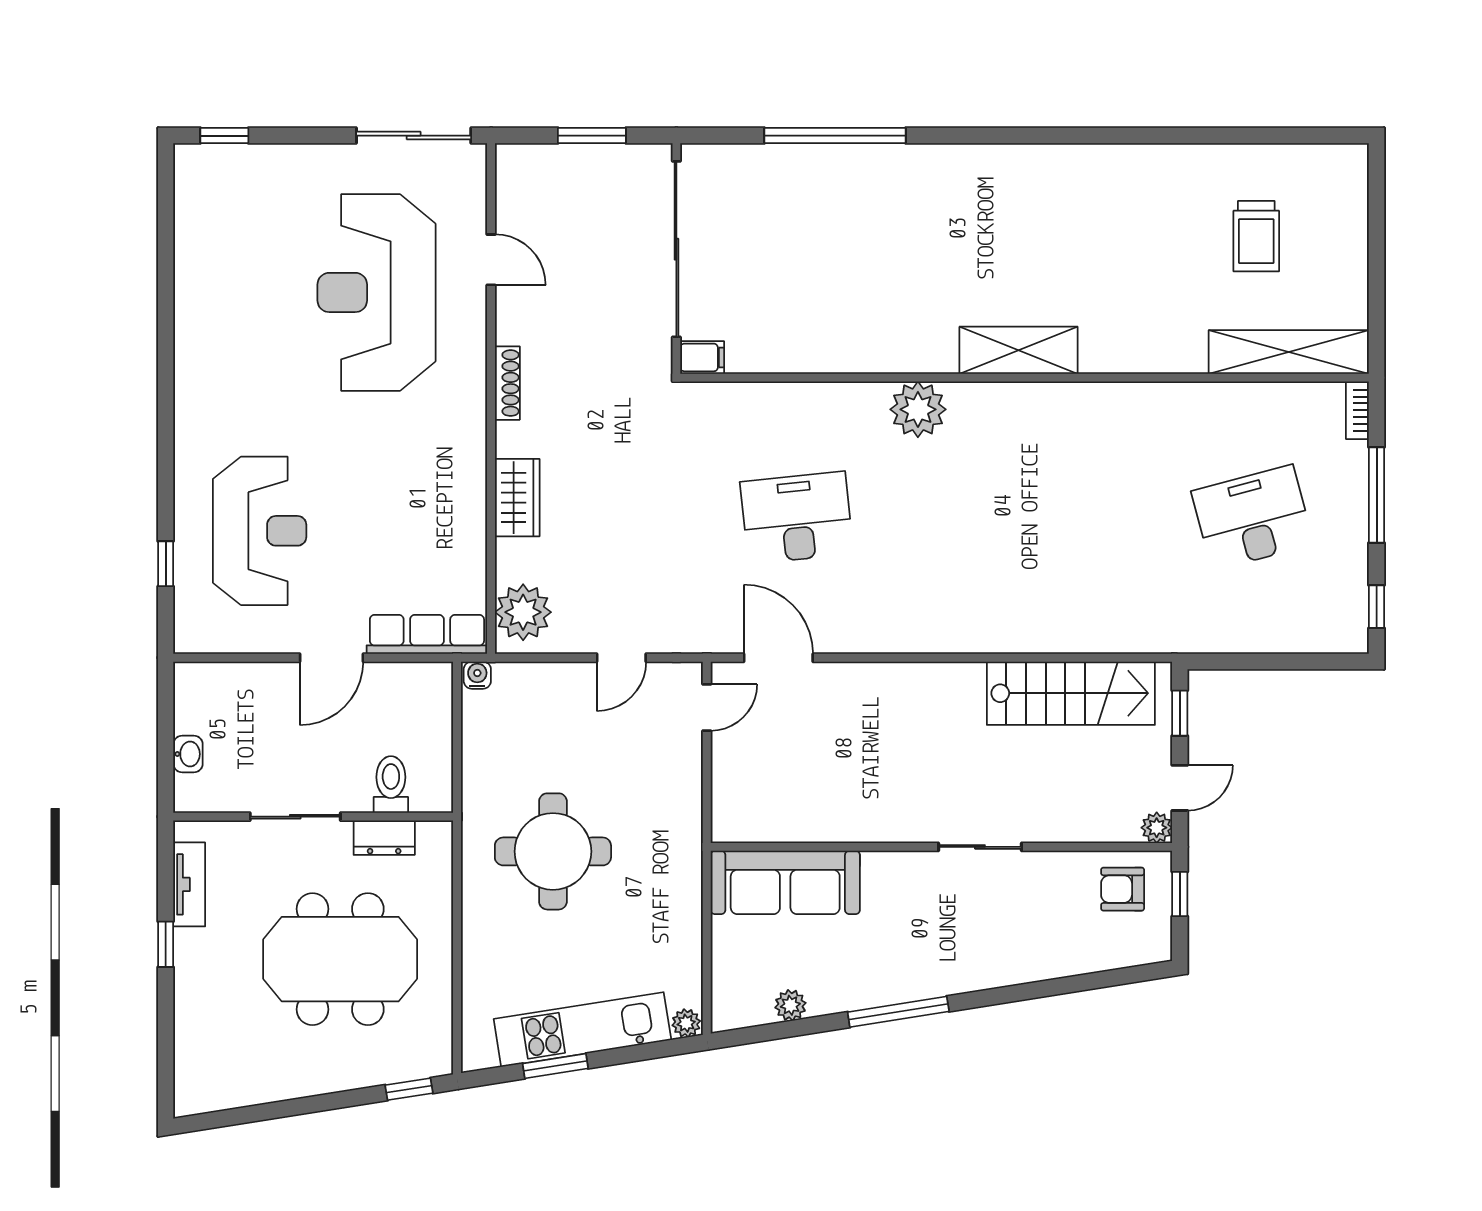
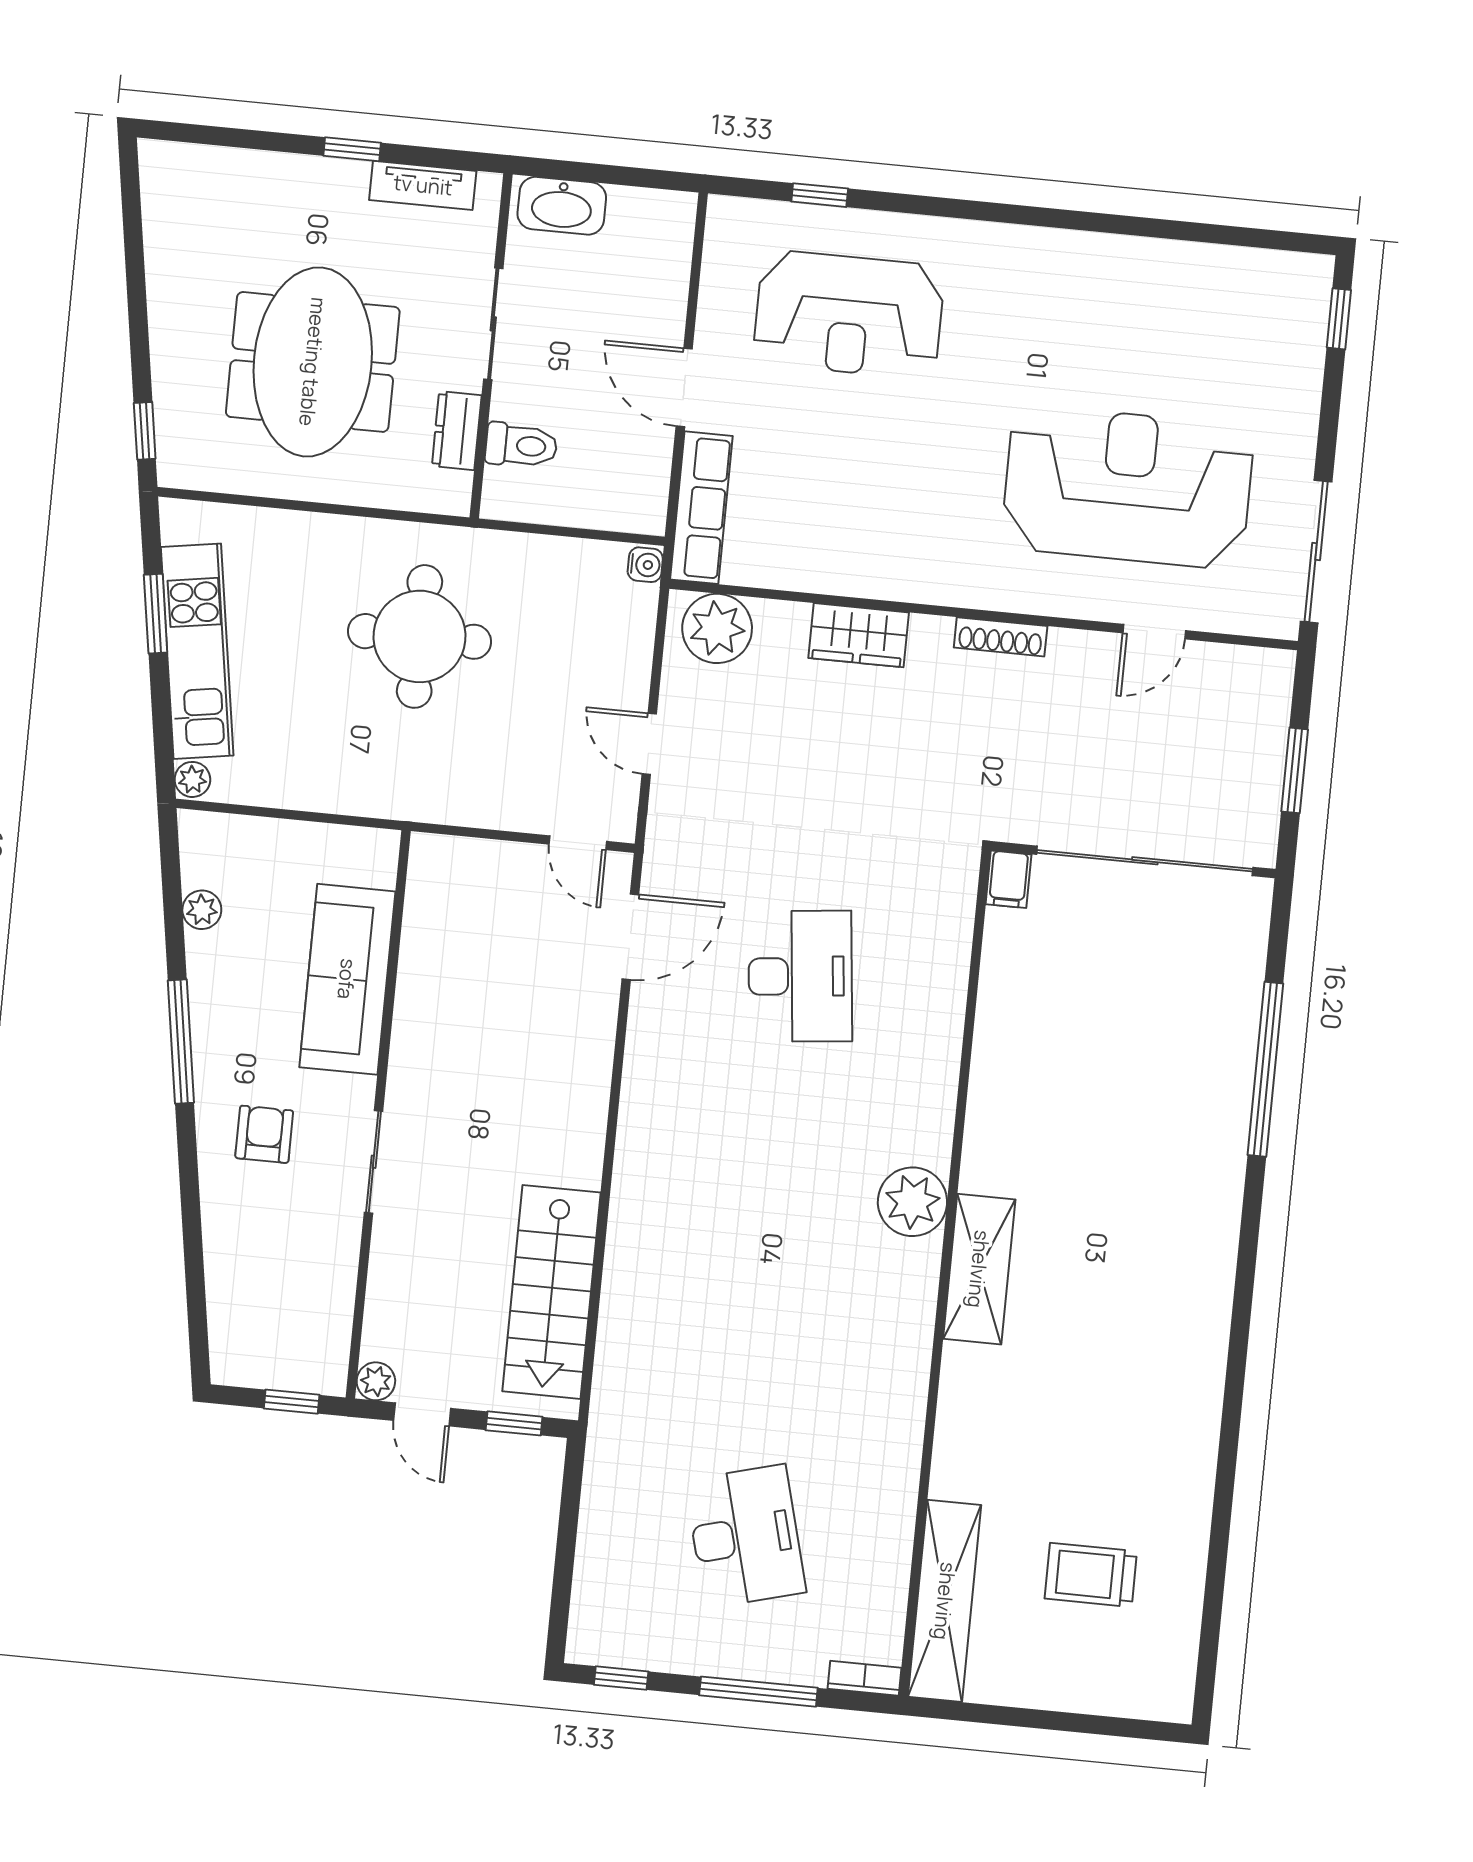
plant: (918, 409) -> (912, 1202), moved
washbasin: (188, 754) -> (562, 206), width x1.91, depth x1.45
sofa: (785, 882) -> (347, 979), moved
armchair: (1123, 889) -> (264, 1134), moved

